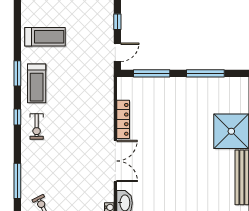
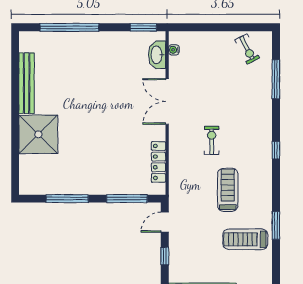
window: (17, 73) -> (276, 225), moved
treadmill: (37, 83) -> (228, 190), moved
locker: (123, 119) -> (159, 162), moved
exercise bike: (37, 126) -> (212, 140), moved

